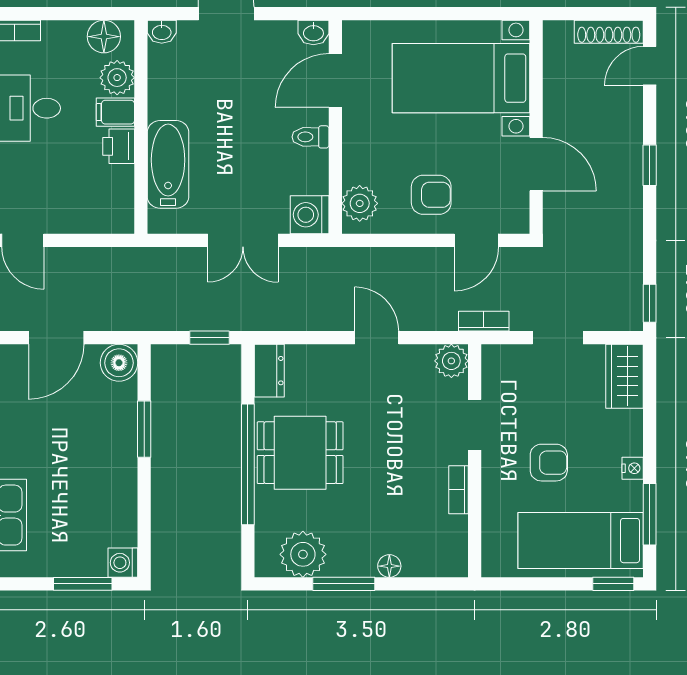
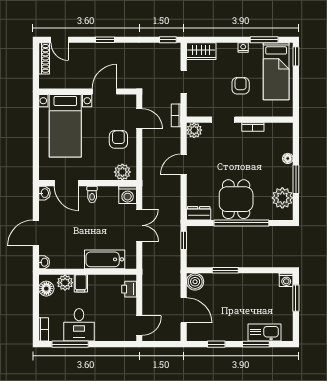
printer: (119, 146) -> (129, 289), moved, turned 90

